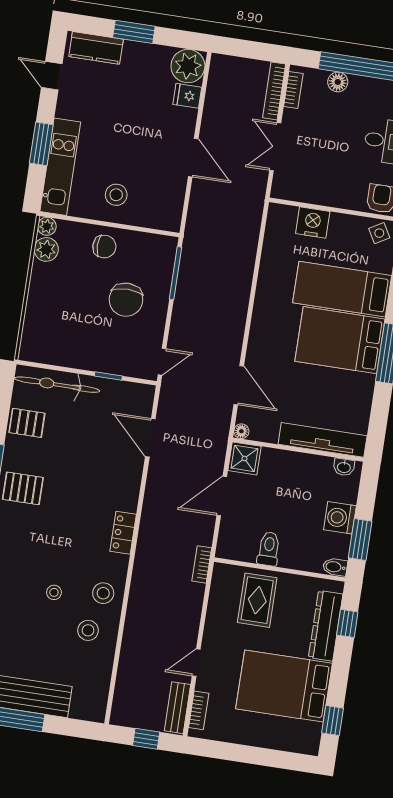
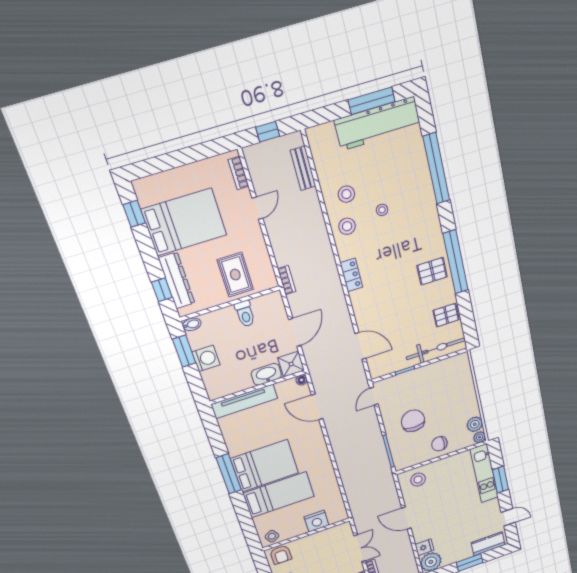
stool: (116, 195) -> (418, 480), moved
washbasin: (344, 467) -> (266, 374), moved, width x1.91, depth x1.45
bench: (177, 708) -> (303, 168), moved

